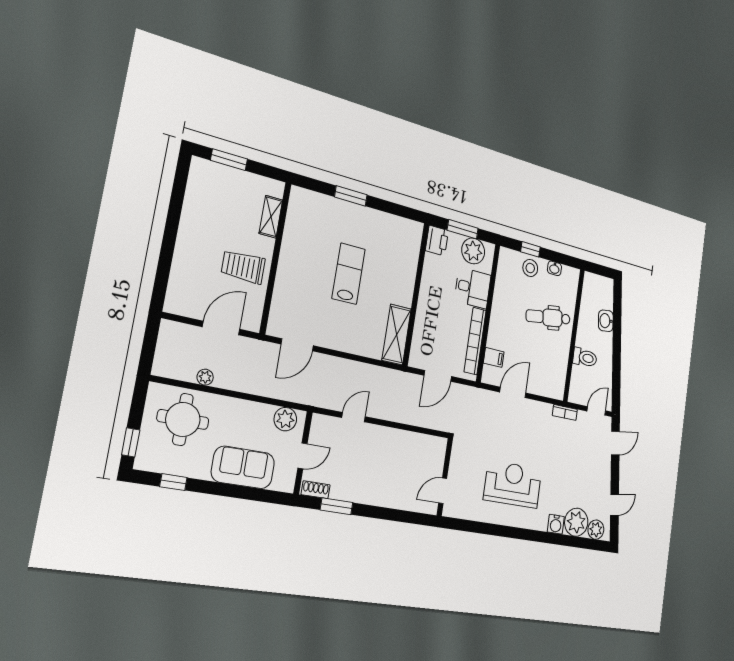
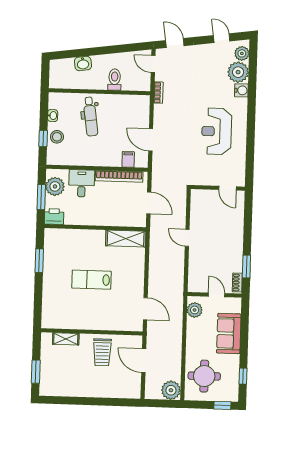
window: (351, 196) -> (39, 261), moved
plant: (205, 377) -> (171, 390), moved, width x1.87, depth x1.87
door: (354, 417) -> (187, 238), moved

